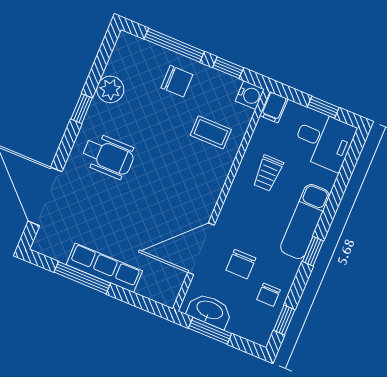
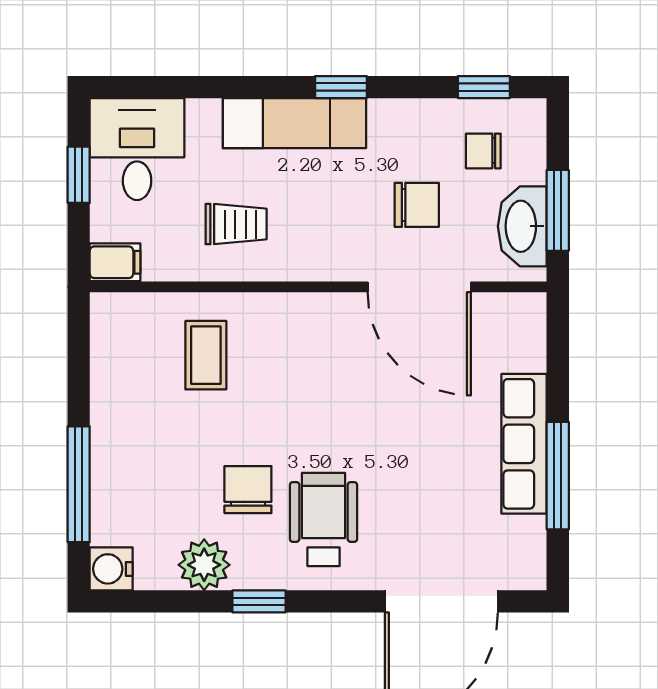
window: (228, 68) -> (79, 372), removed
chair: (177, 81) -> (248, 490), moved
water cooler: (250, 95) -> (111, 569), moved, turned -90
chair: (268, 295) -> (483, 151), moved, turned 180

